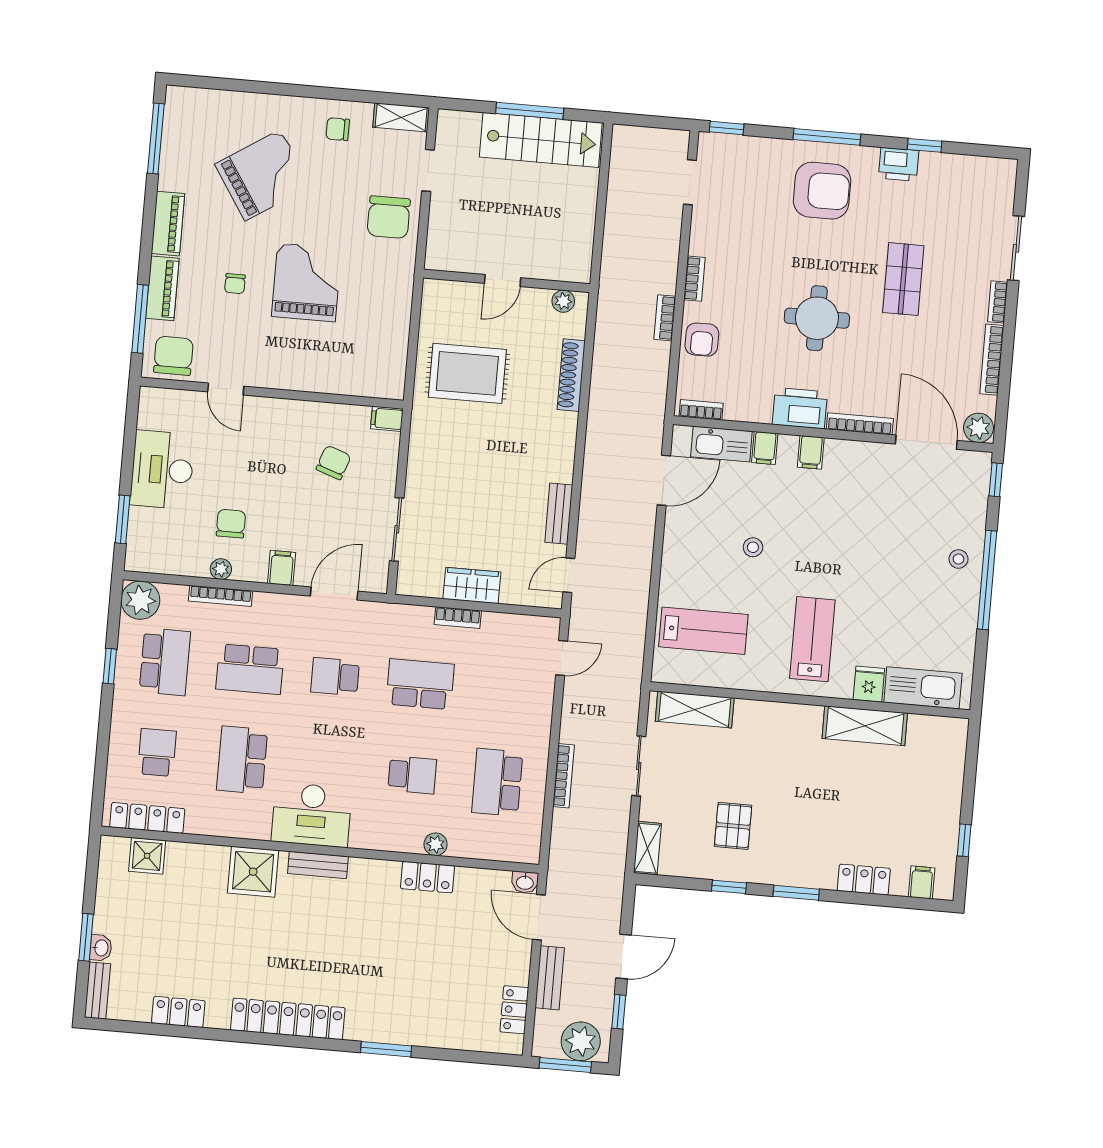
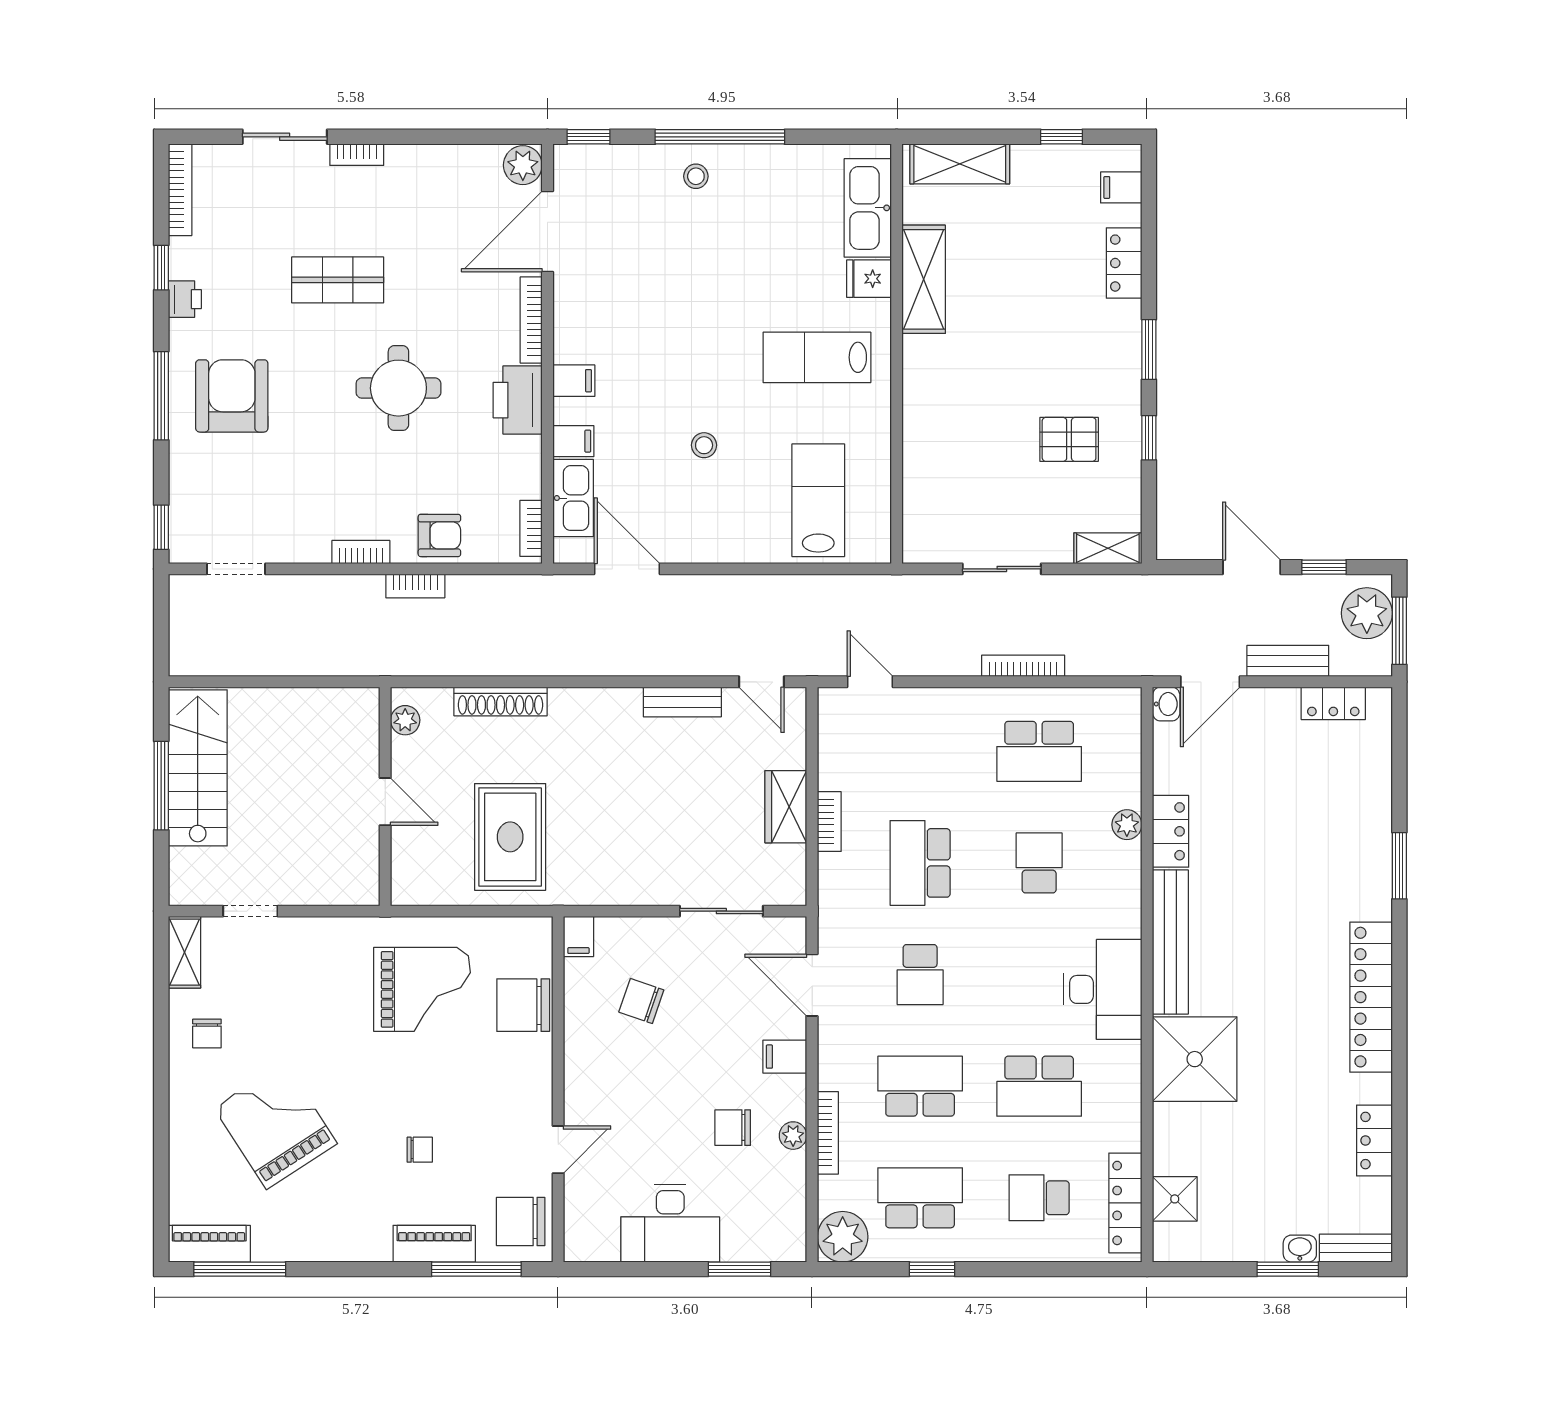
printer: (899, 164) -> (185, 299), width x0.73, depth x0.81
chair: (389, 217) -> (523, 1005), moved, turned 180
piano: (168, 224) -> (209, 1244), moved
grand piano: (307, 282) -> (422, 989), moved, turned 180
bookcase: (992, 360) -> (180, 190), moved, turned -90
school desk: (250, 669) -> (920, 1086), turned -90
shelving: (695, 710) -> (960, 164), moved, turned 90
bench: (318, 865) -> (1170, 942), width x1.86, depth x1.21
shower: (253, 872) -> (1195, 1059), width x1.37, depth x1.37

